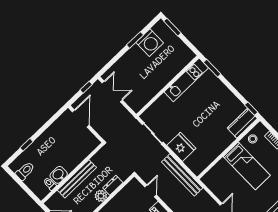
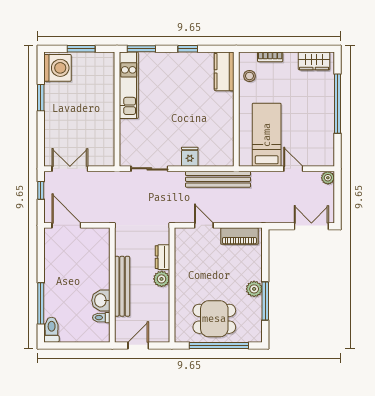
window: (172, 27) -> (81, 49), moved
washing machine: (150, 43) -> (57, 68), moved
window: (251, 109) -> (188, 49), moved
window: (26, 145) -> (41, 303), width x2.17
fridge: (181, 147) -> (190, 157), width x0.53, depth x0.75
bed: (247, 166) -> (267, 135), moved, turned -90
toilet: (25, 171) -> (52, 330), moved

